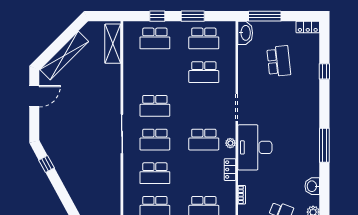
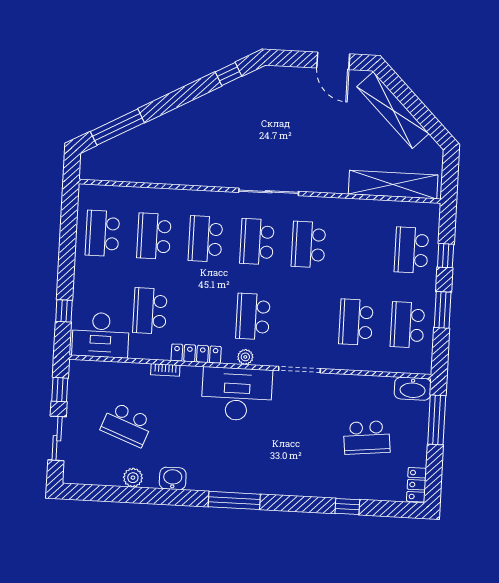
shelving: (113, 44) -> (393, 185), width x1.47
locker: (230, 170) -> (196, 354), width x1.53

